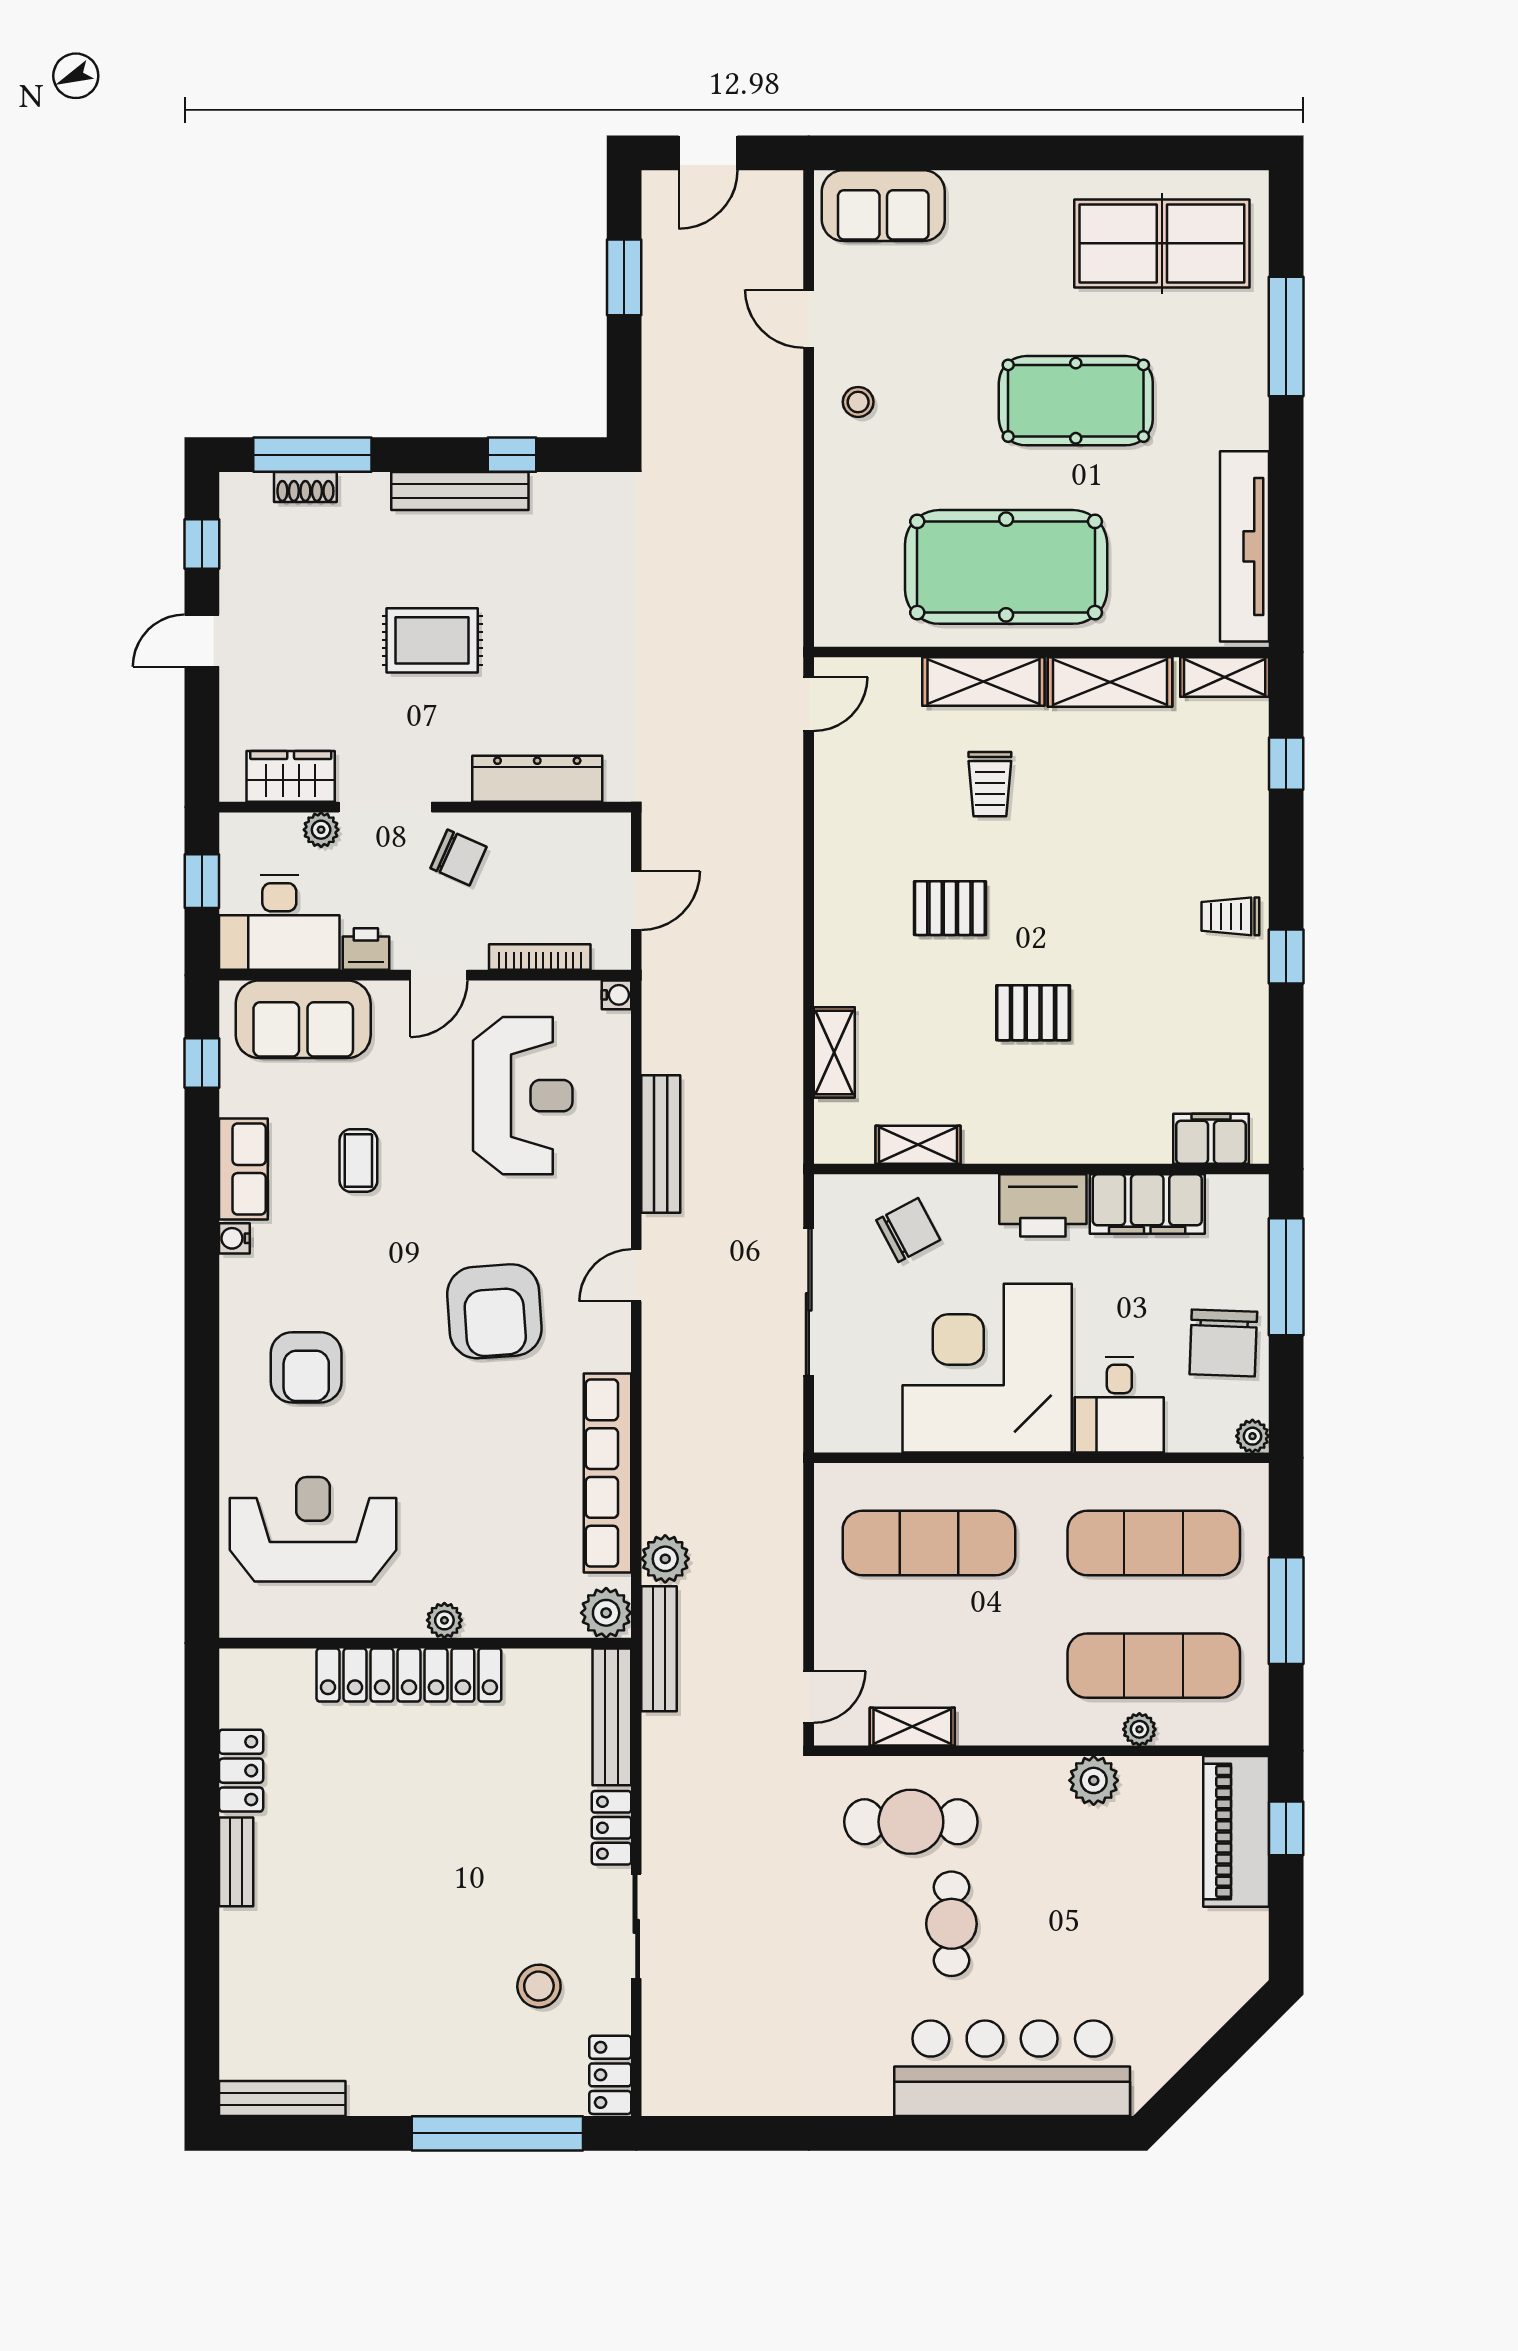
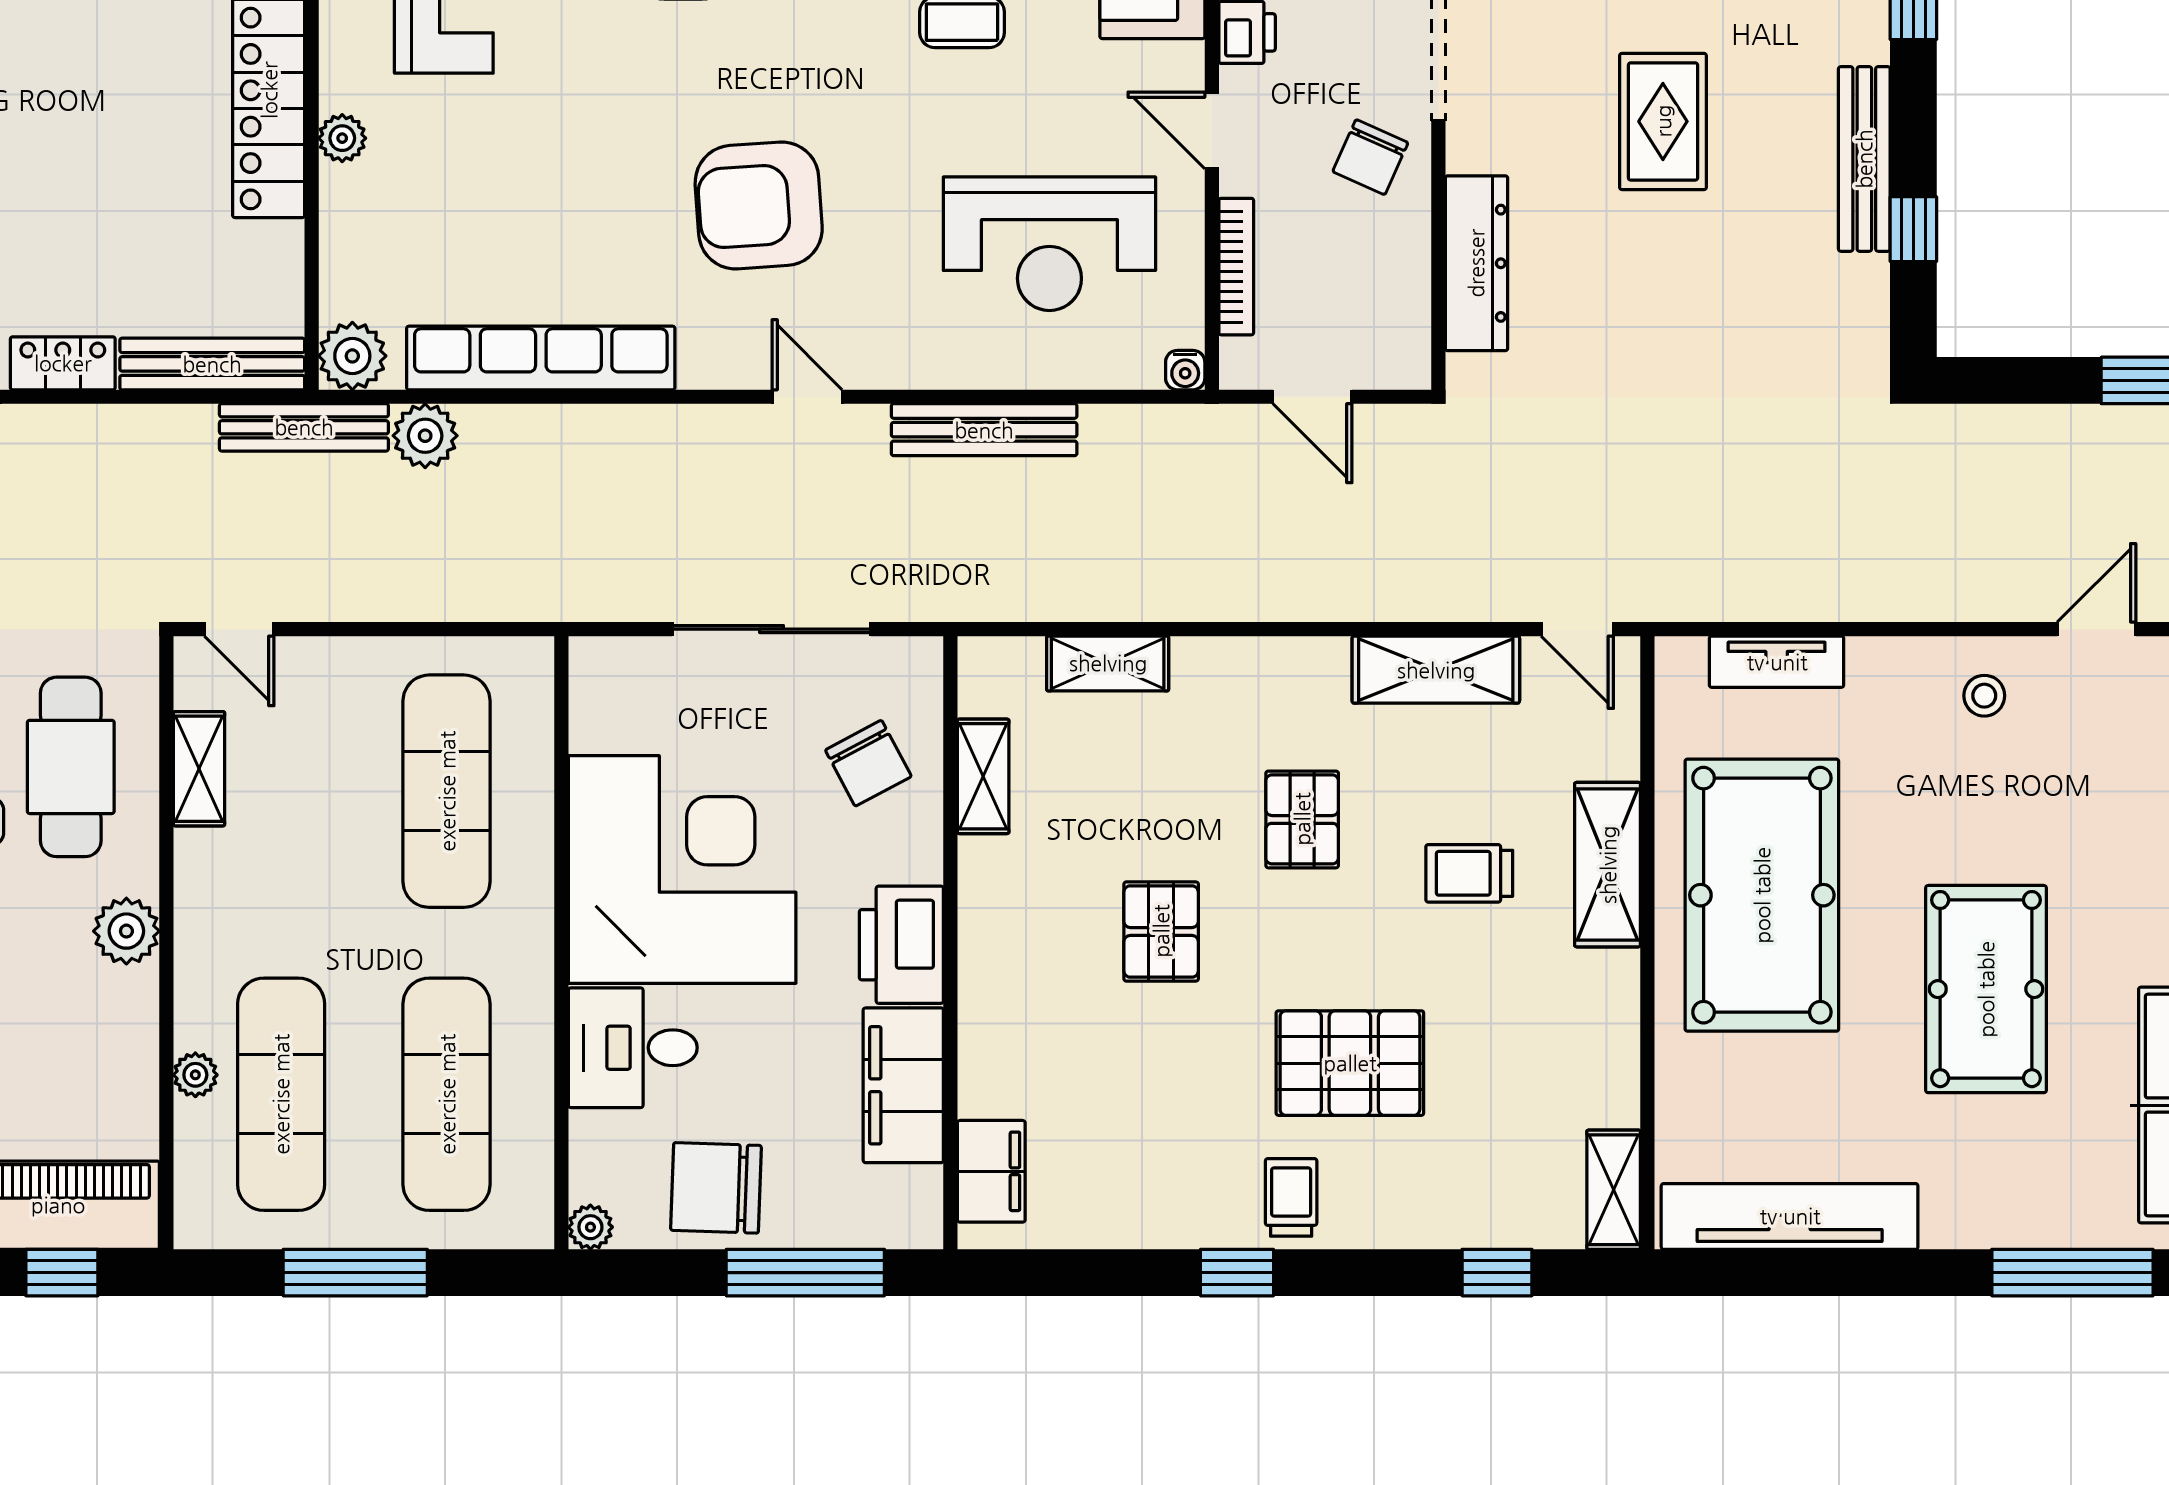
tv unit: (833, 556) -> (1777, 662), added
shelving: (1110, 682) -> (1436, 670), moved, turned 90
pallet: (1131, 873) -> (1350, 1063), added
plant: (1094, 1780) -> (126, 931), moved

